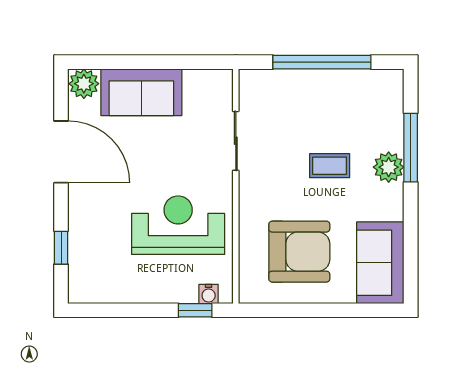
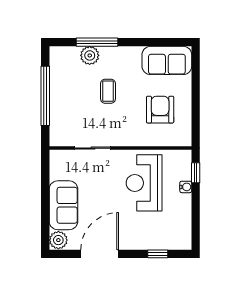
plant: (389, 167) -> (90, 55), moved
armchair: (299, 252) -> (160, 110), width x0.73, depth x0.73
water cooler: (209, 294) -> (186, 187), moved

